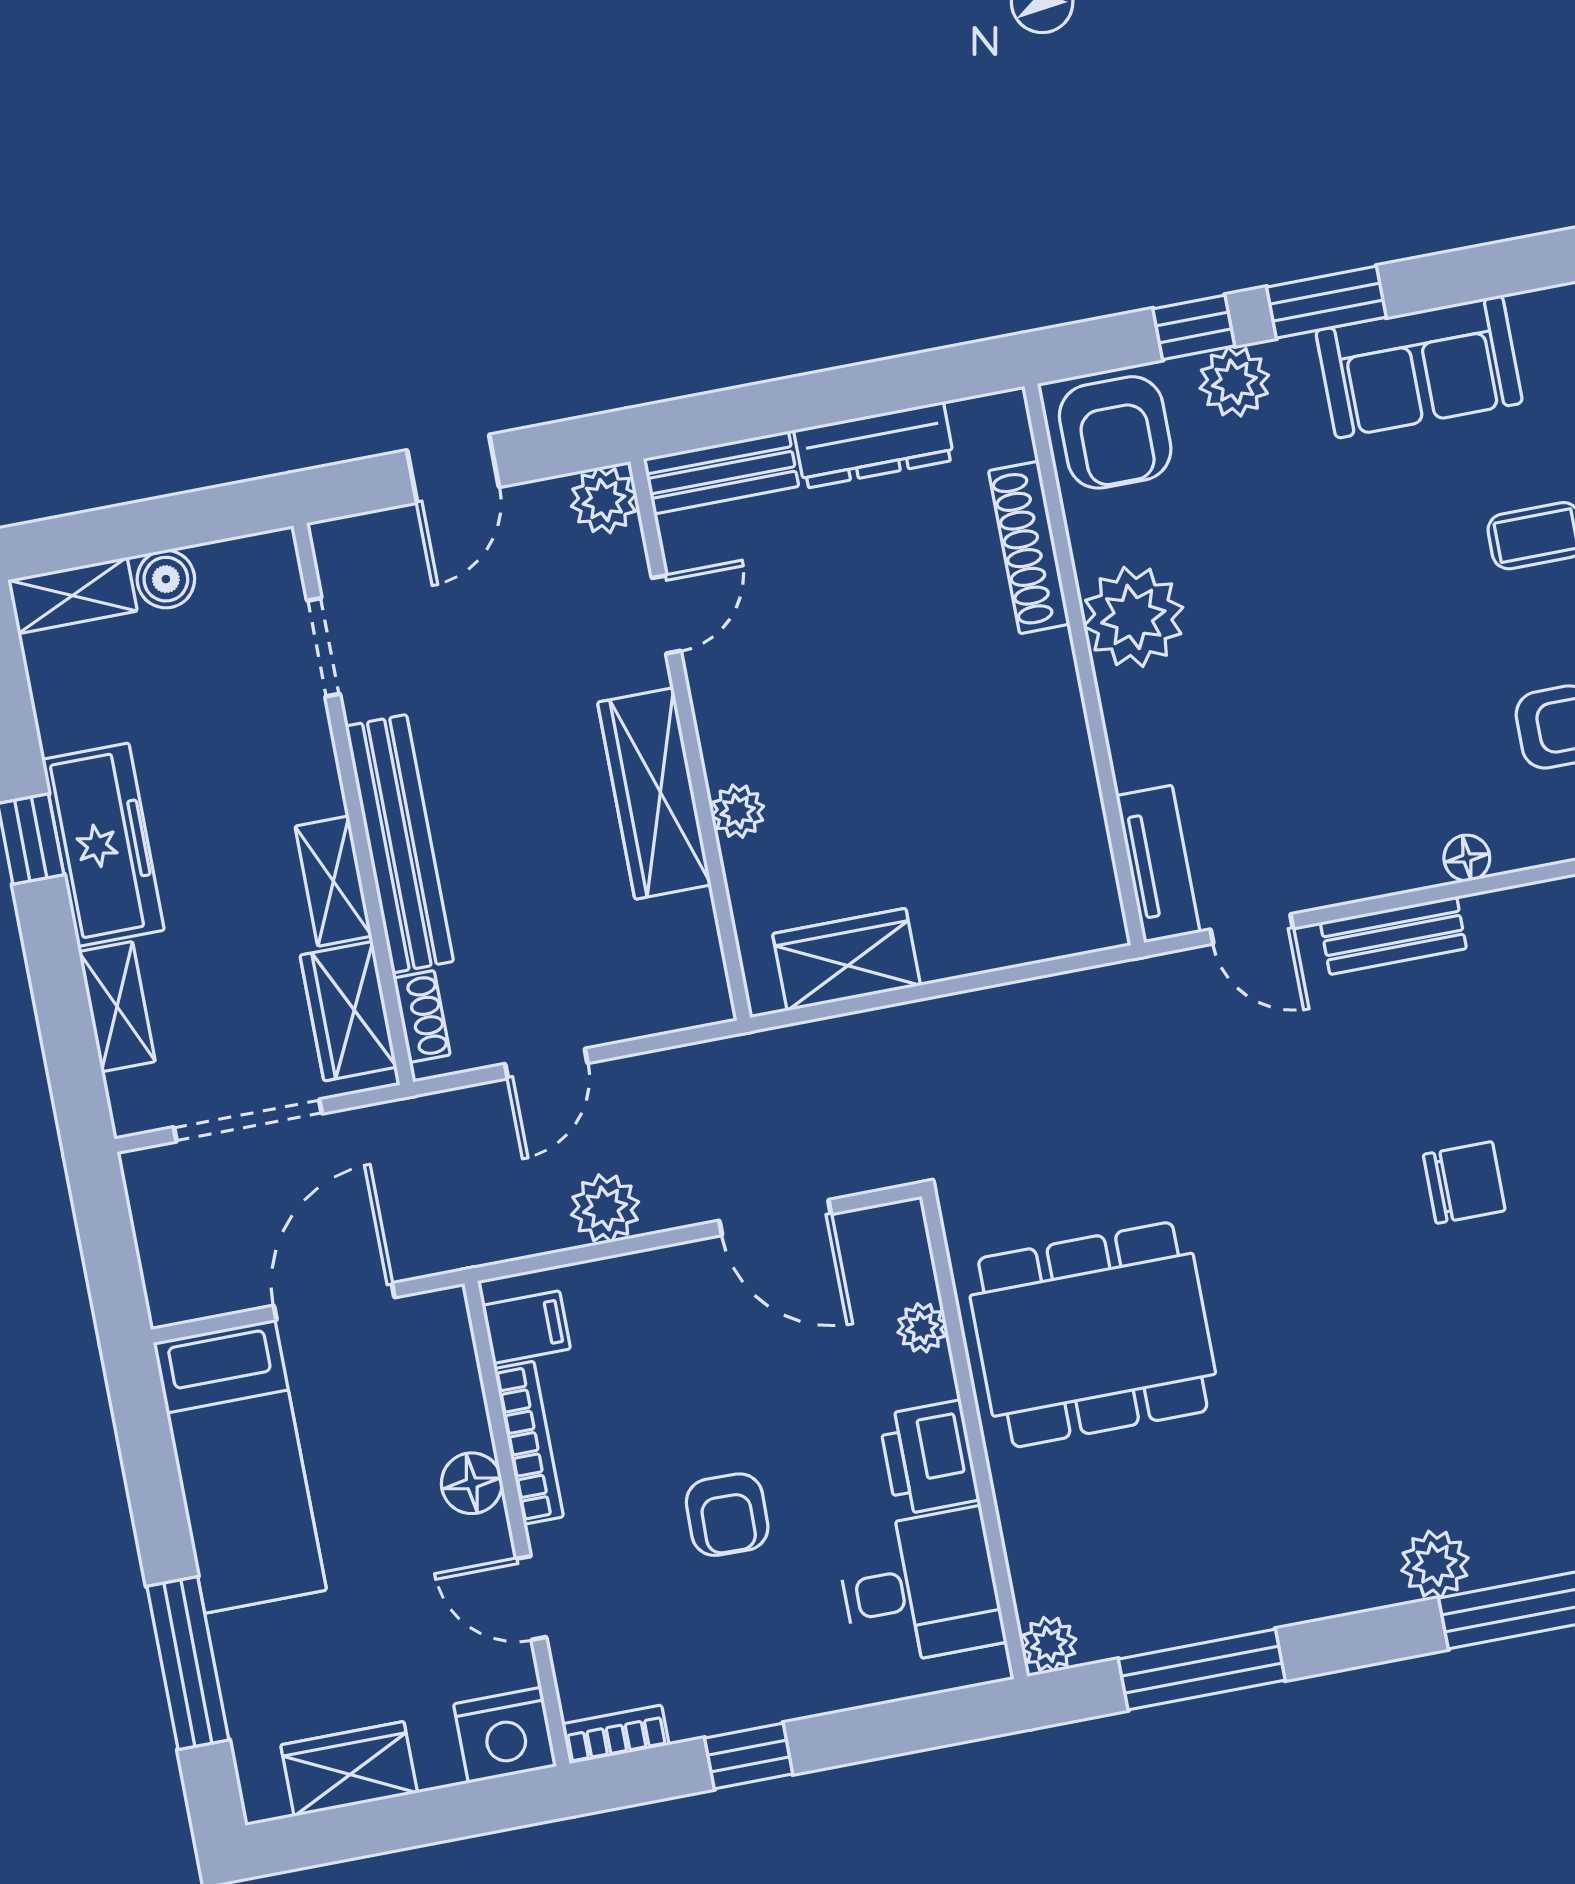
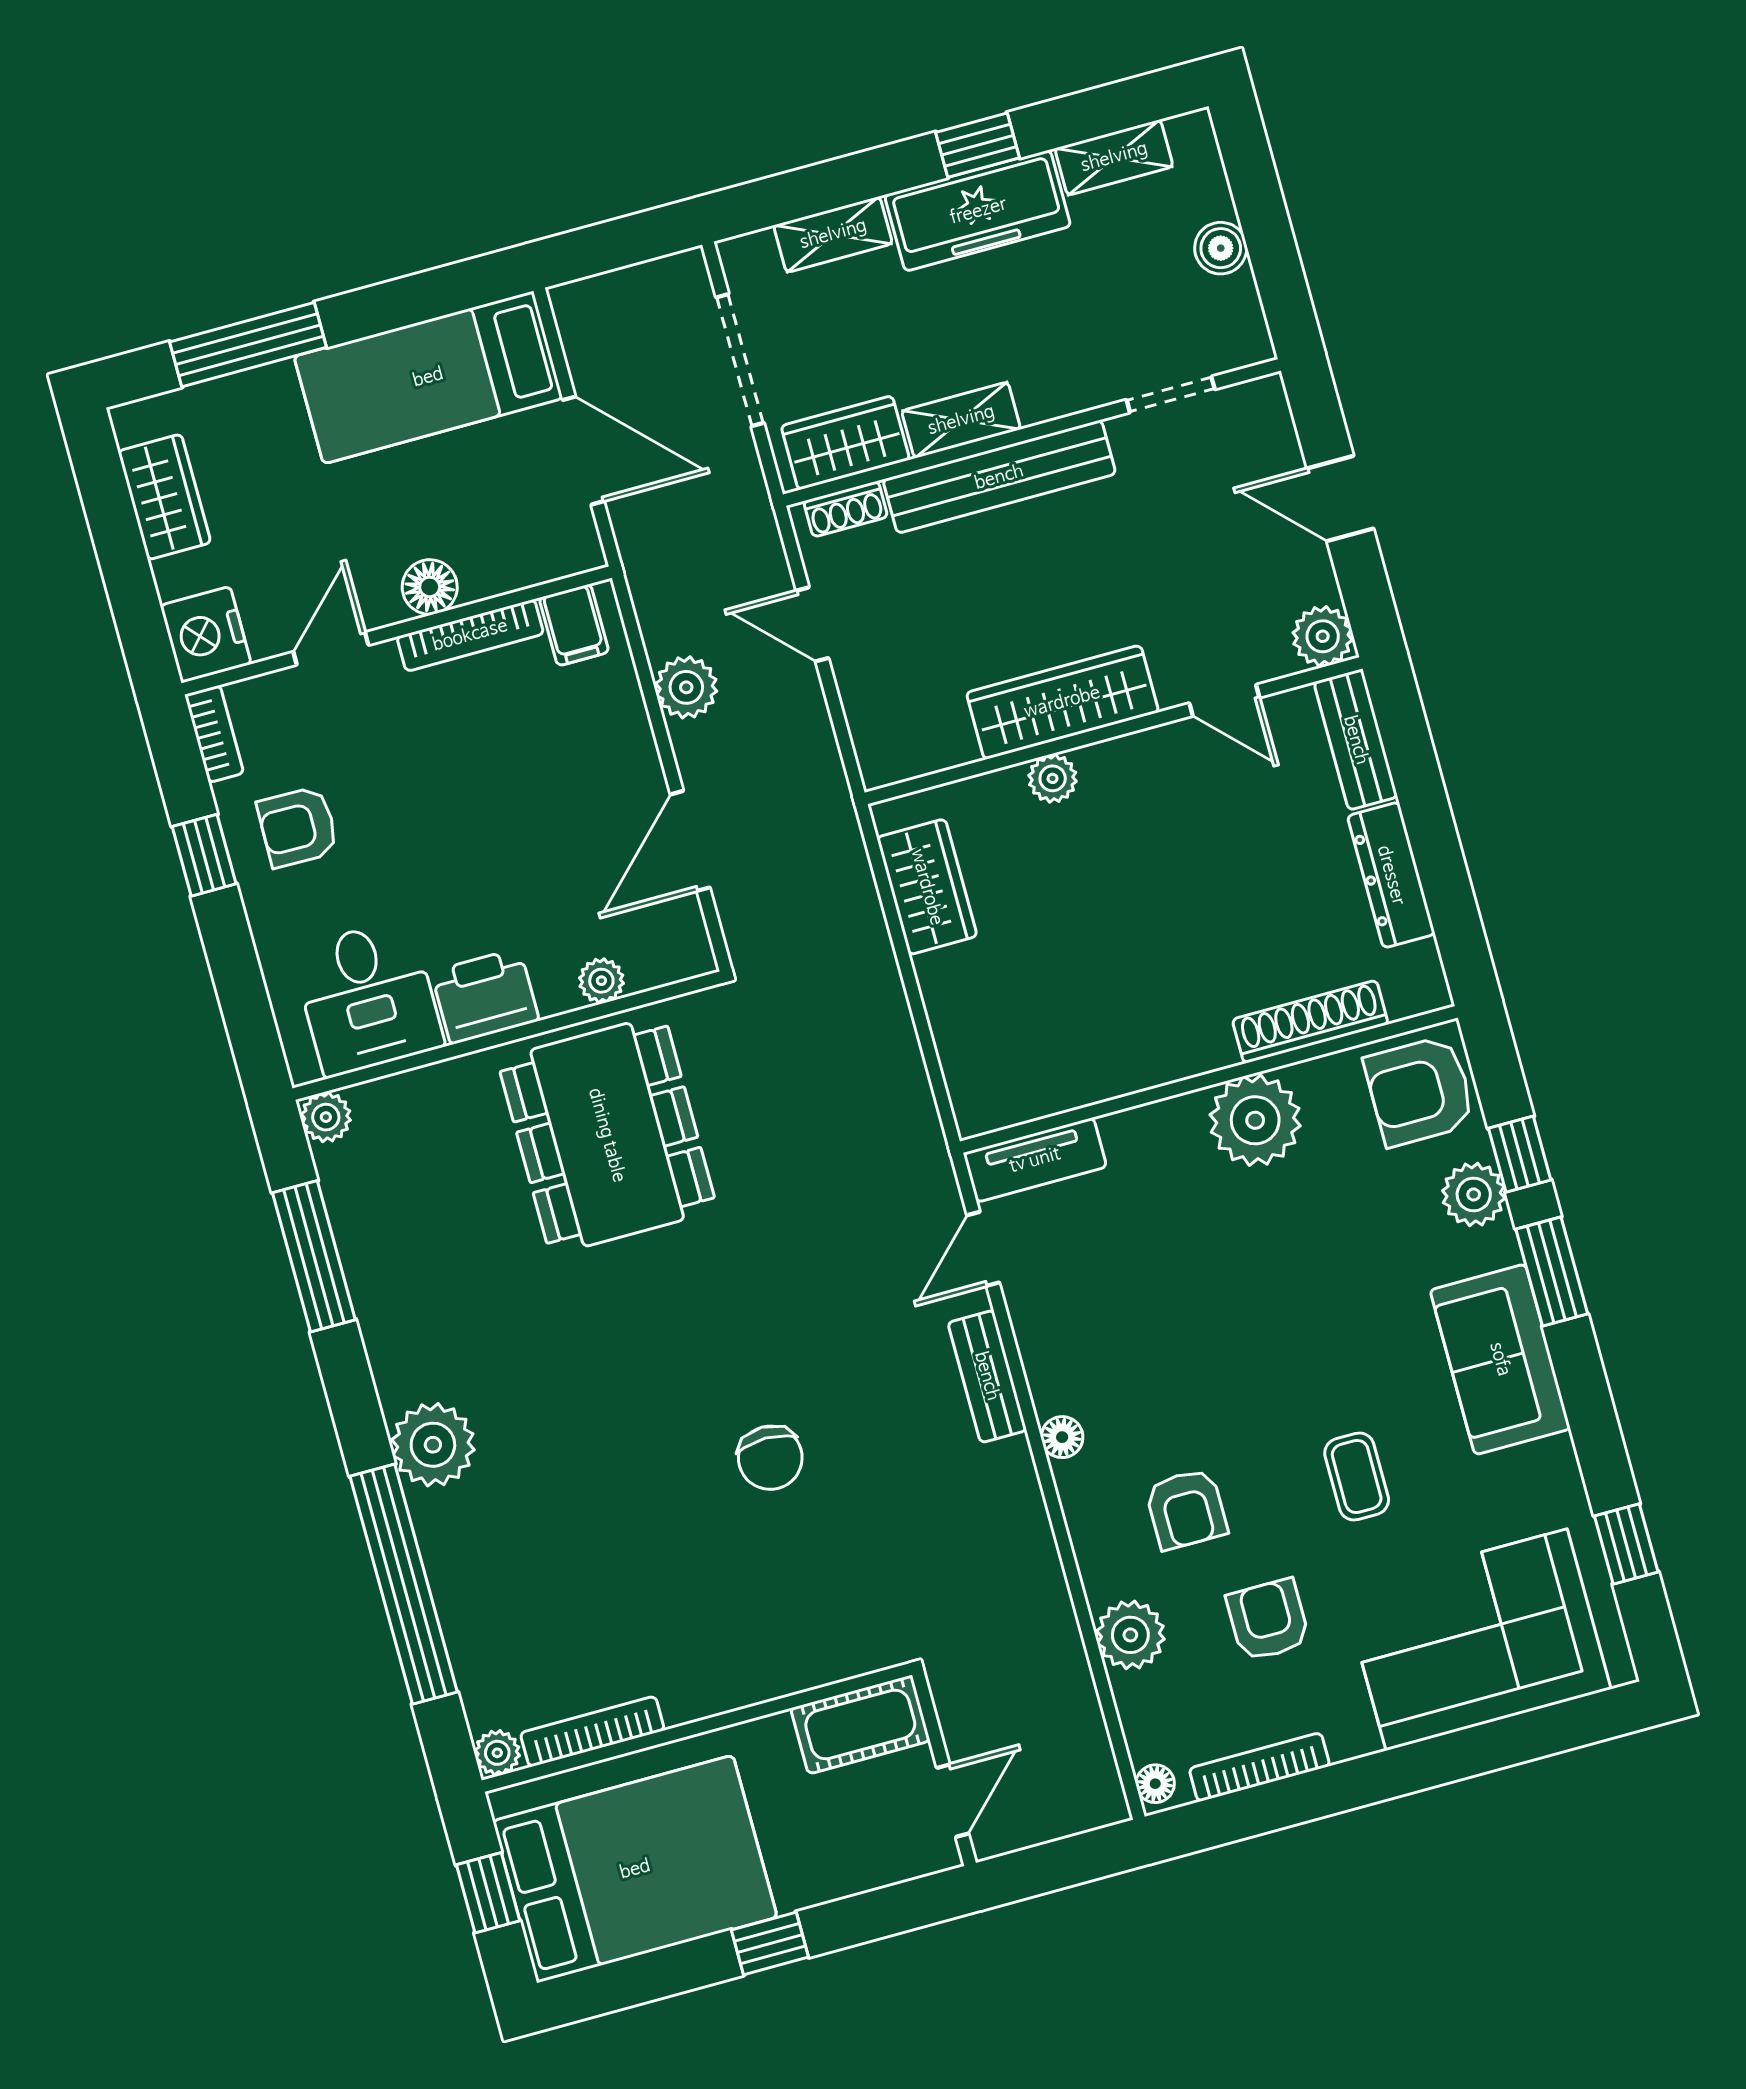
shelving: (73, 596) -> (1114, 157), moved, turned 90
armchair: (727, 1515) -> (298, 827), moved
plant: (1435, 1564) -> (433, 1445), width x1.36, depth x1.36

